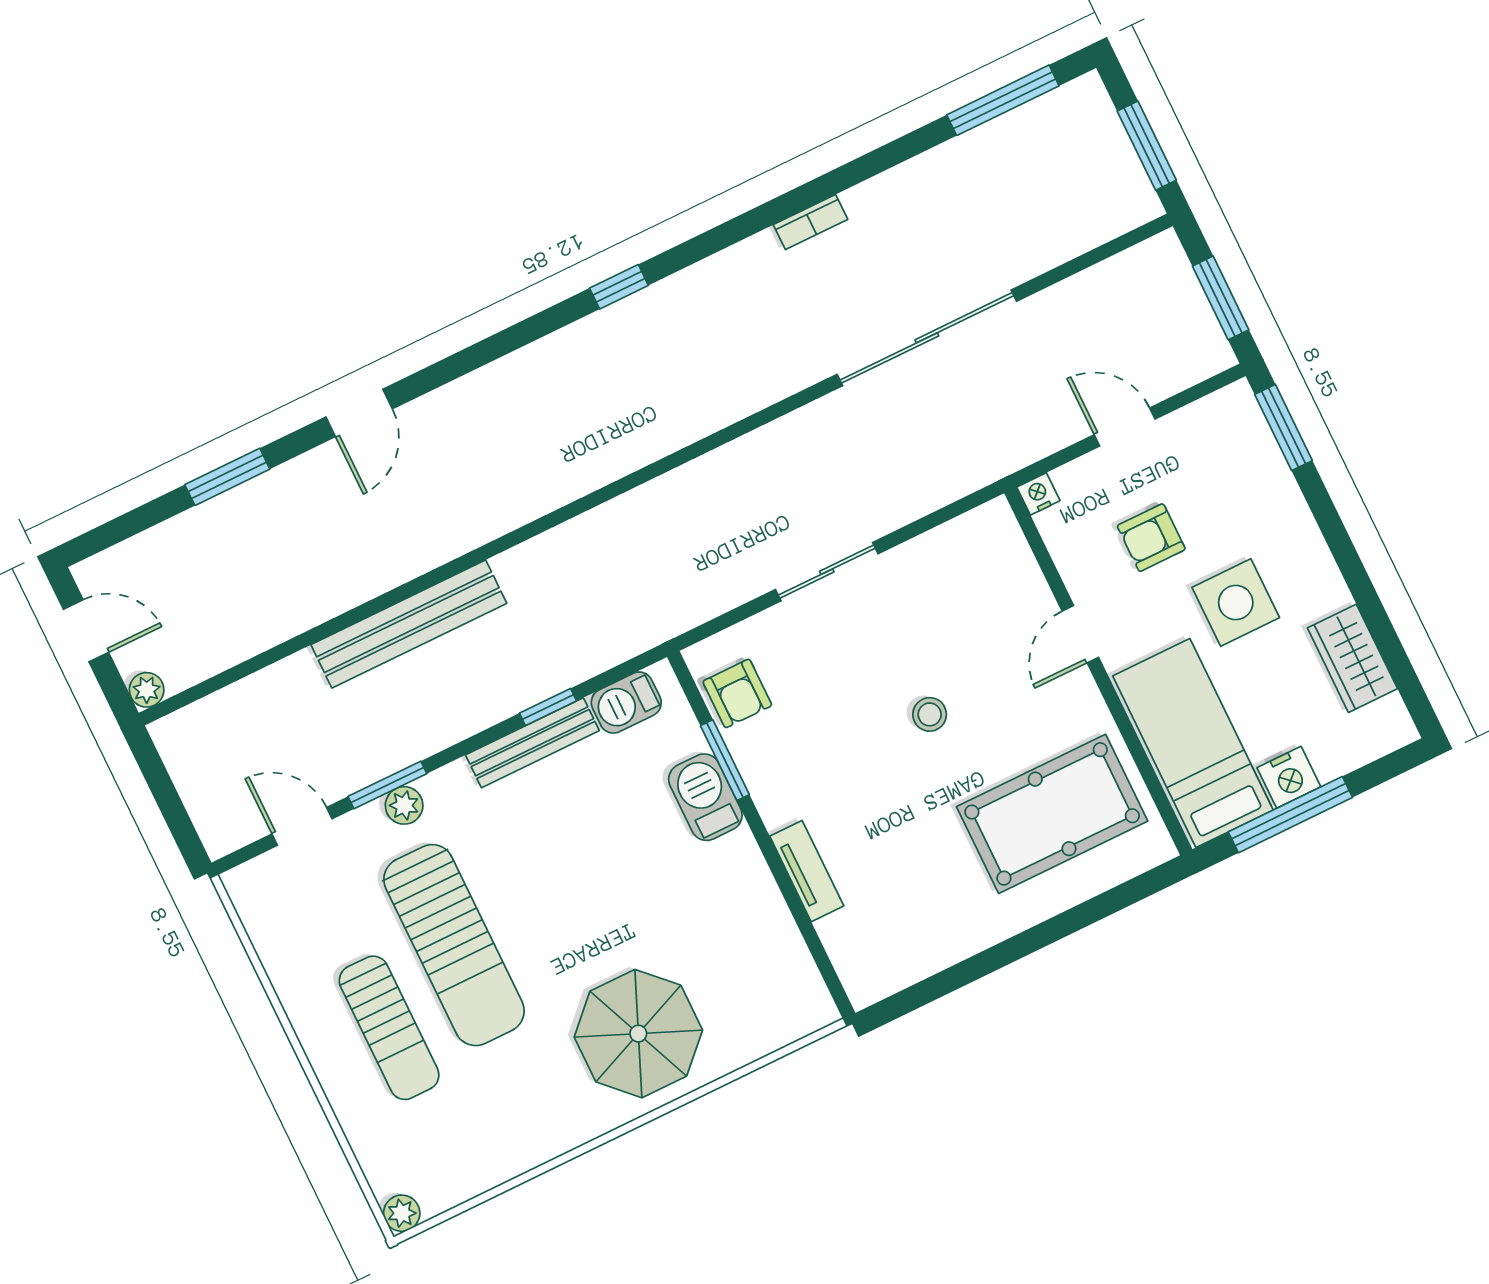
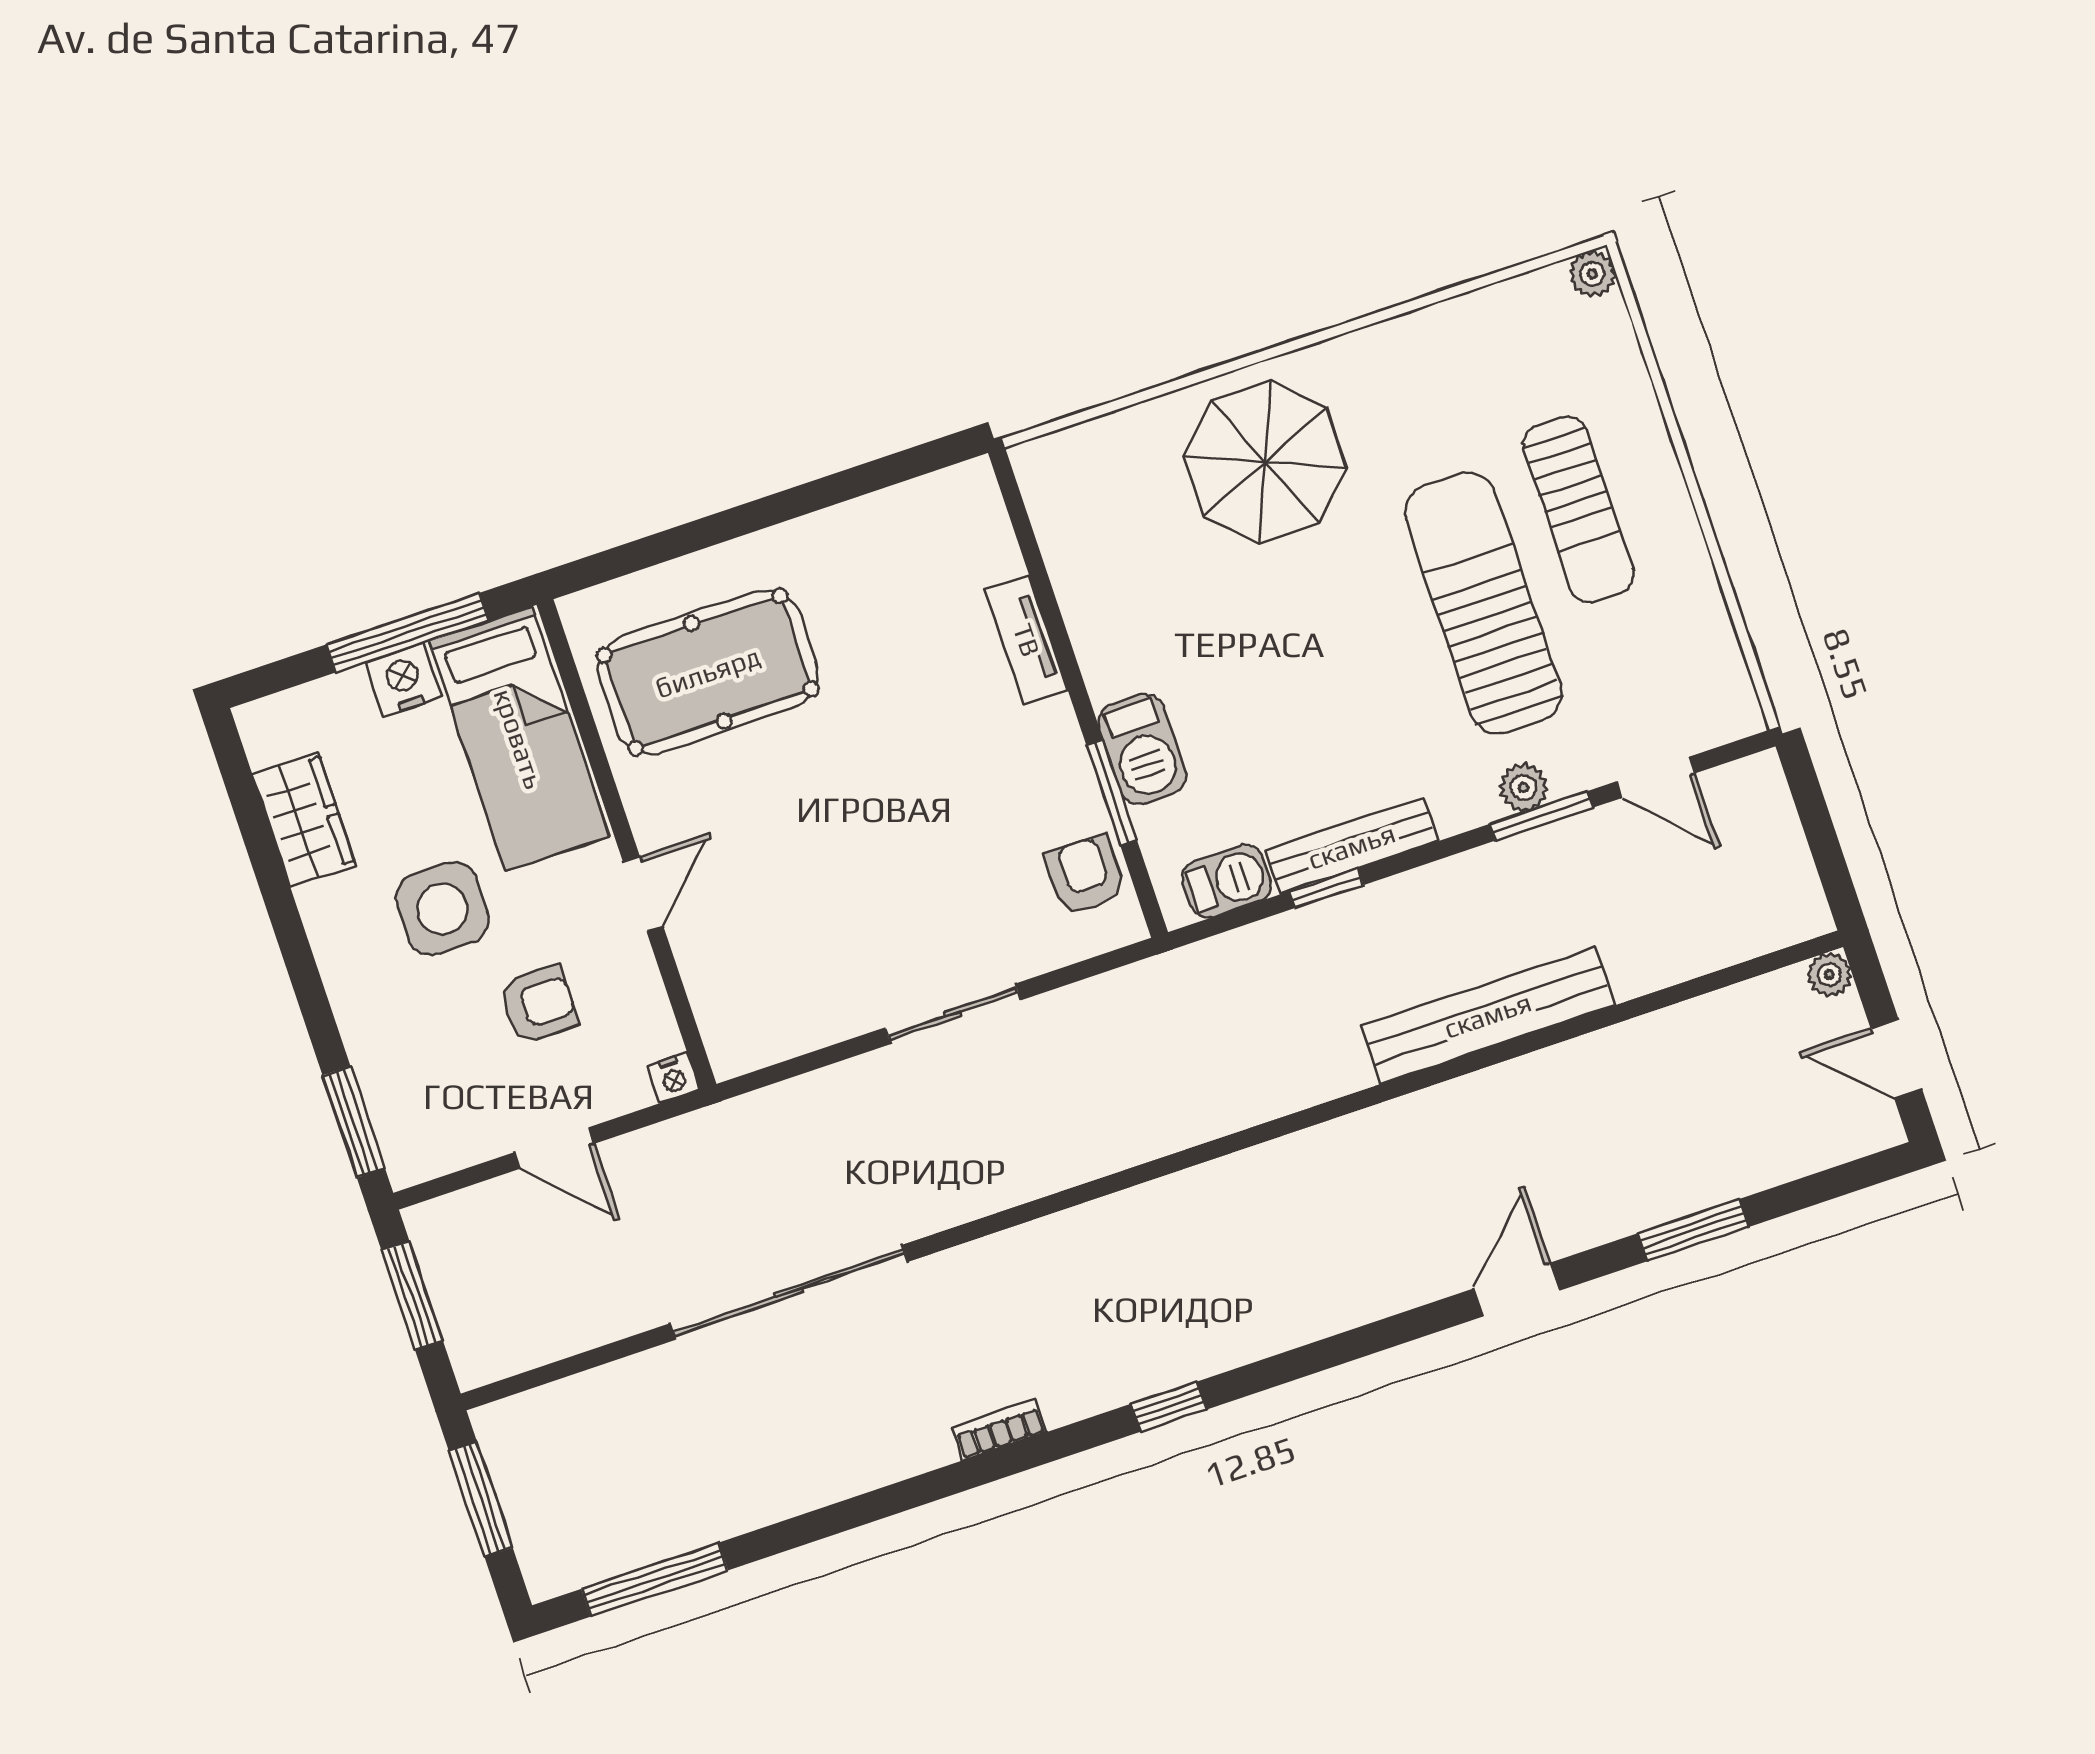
bookcase: (810, 222) -> (999, 1430), moved
stool: (930, 714) -> (846, 817), removed
sun lounger: (389, 1028) -> (1578, 509), turned 180

